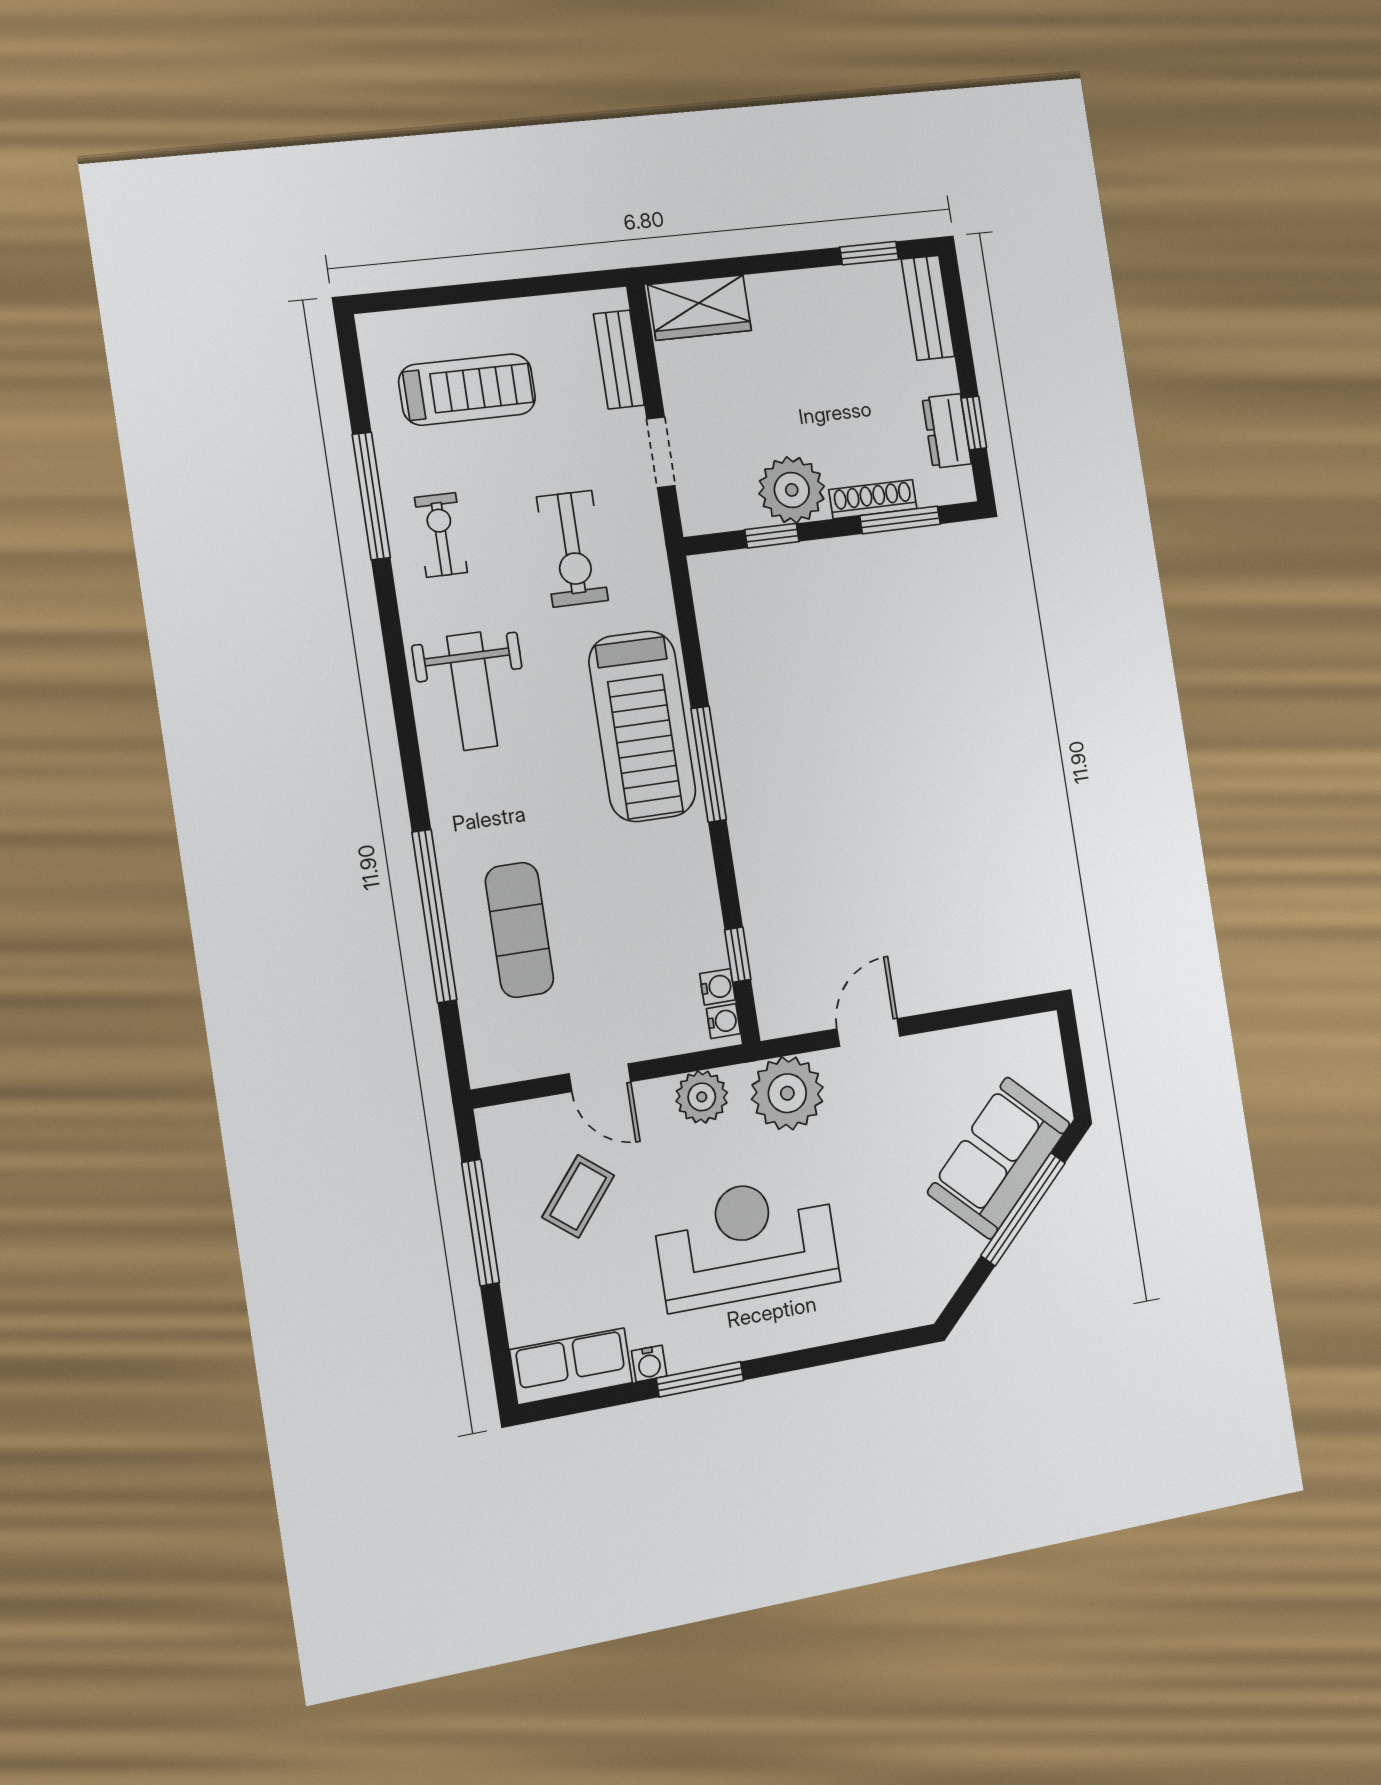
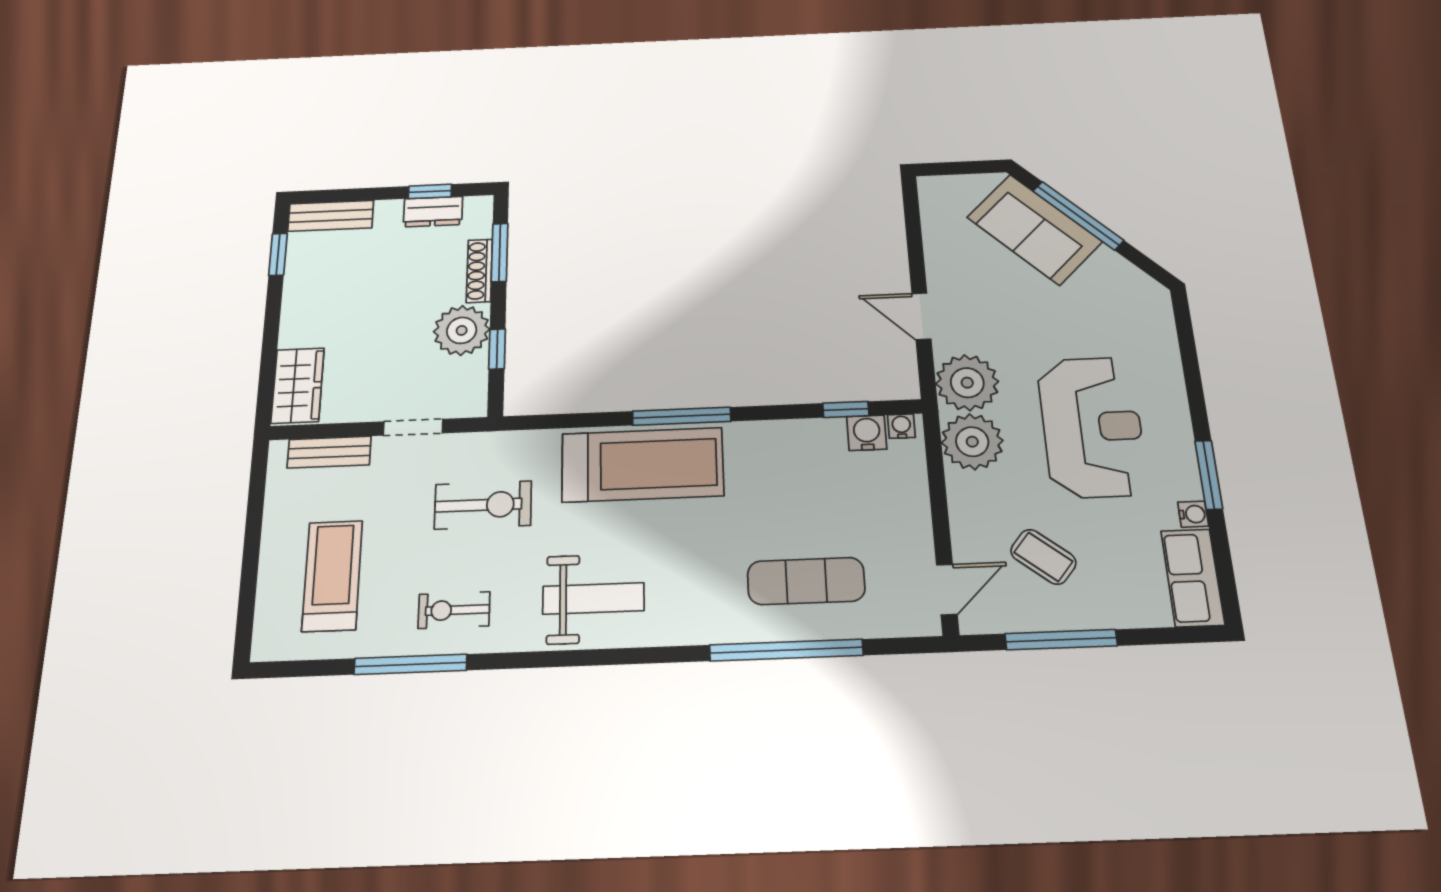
water cooler: (717, 987) -> (867, 433), width x1.38, depth x1.38
door: (600, 1078) -> (947, 590), moved
plant: (702, 1097) -> (972, 442), width x1.36, depth x1.36
reception desk: (746, 1242) -> (1092, 427), turned 180

